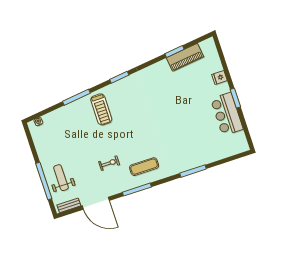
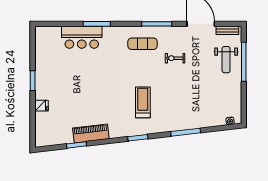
piano: (185, 57) -> (91, 133), moved
treadmill: (101, 109) -> (143, 102), moved
bar counter: (227, 114) -> (82, 37), moved, turned 90

